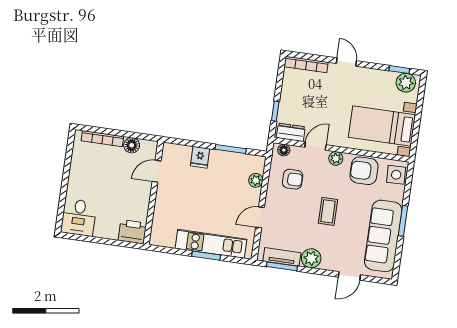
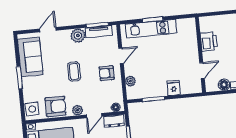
armchair: (293, 179) -> (107, 73), moved
printer: (132, 232) -> (209, 42), moved, turned -90
sofa: (383, 236) -> (30, 57), width x0.73

